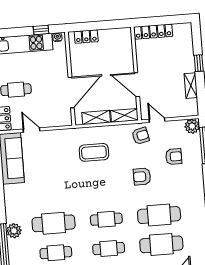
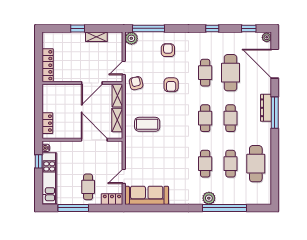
coffee table: (94, 152) -> (147, 124), turned 90
armchair: (174, 157) -> (168, 50), moved
cafe table: (159, 215) -> (205, 73), width x0.73, depth x0.74
cafe table: (54, 223) -> (205, 164), width x0.73, depth x0.74

